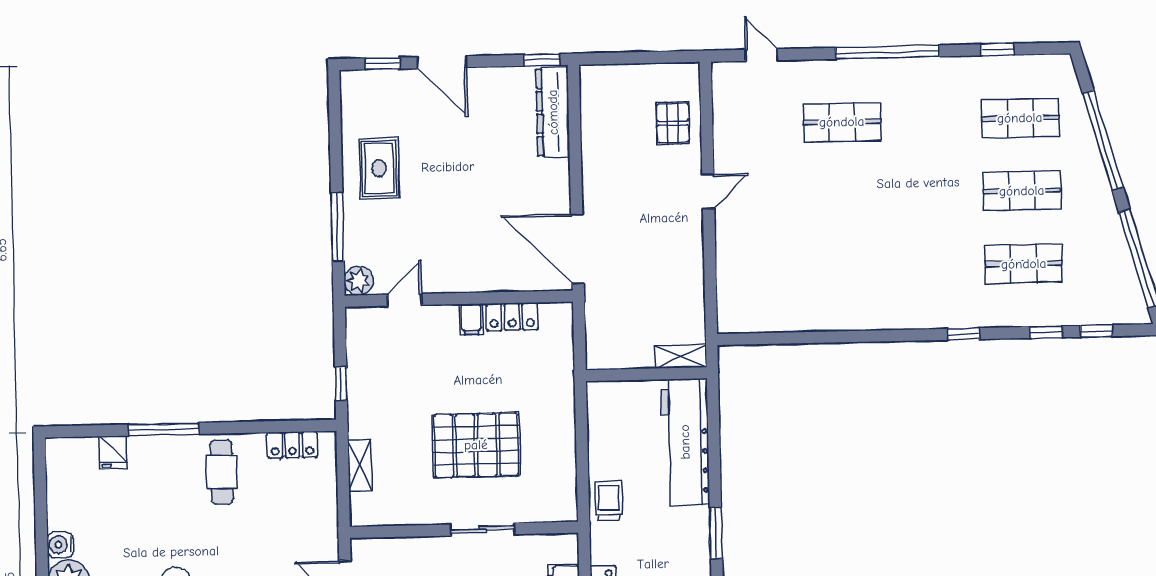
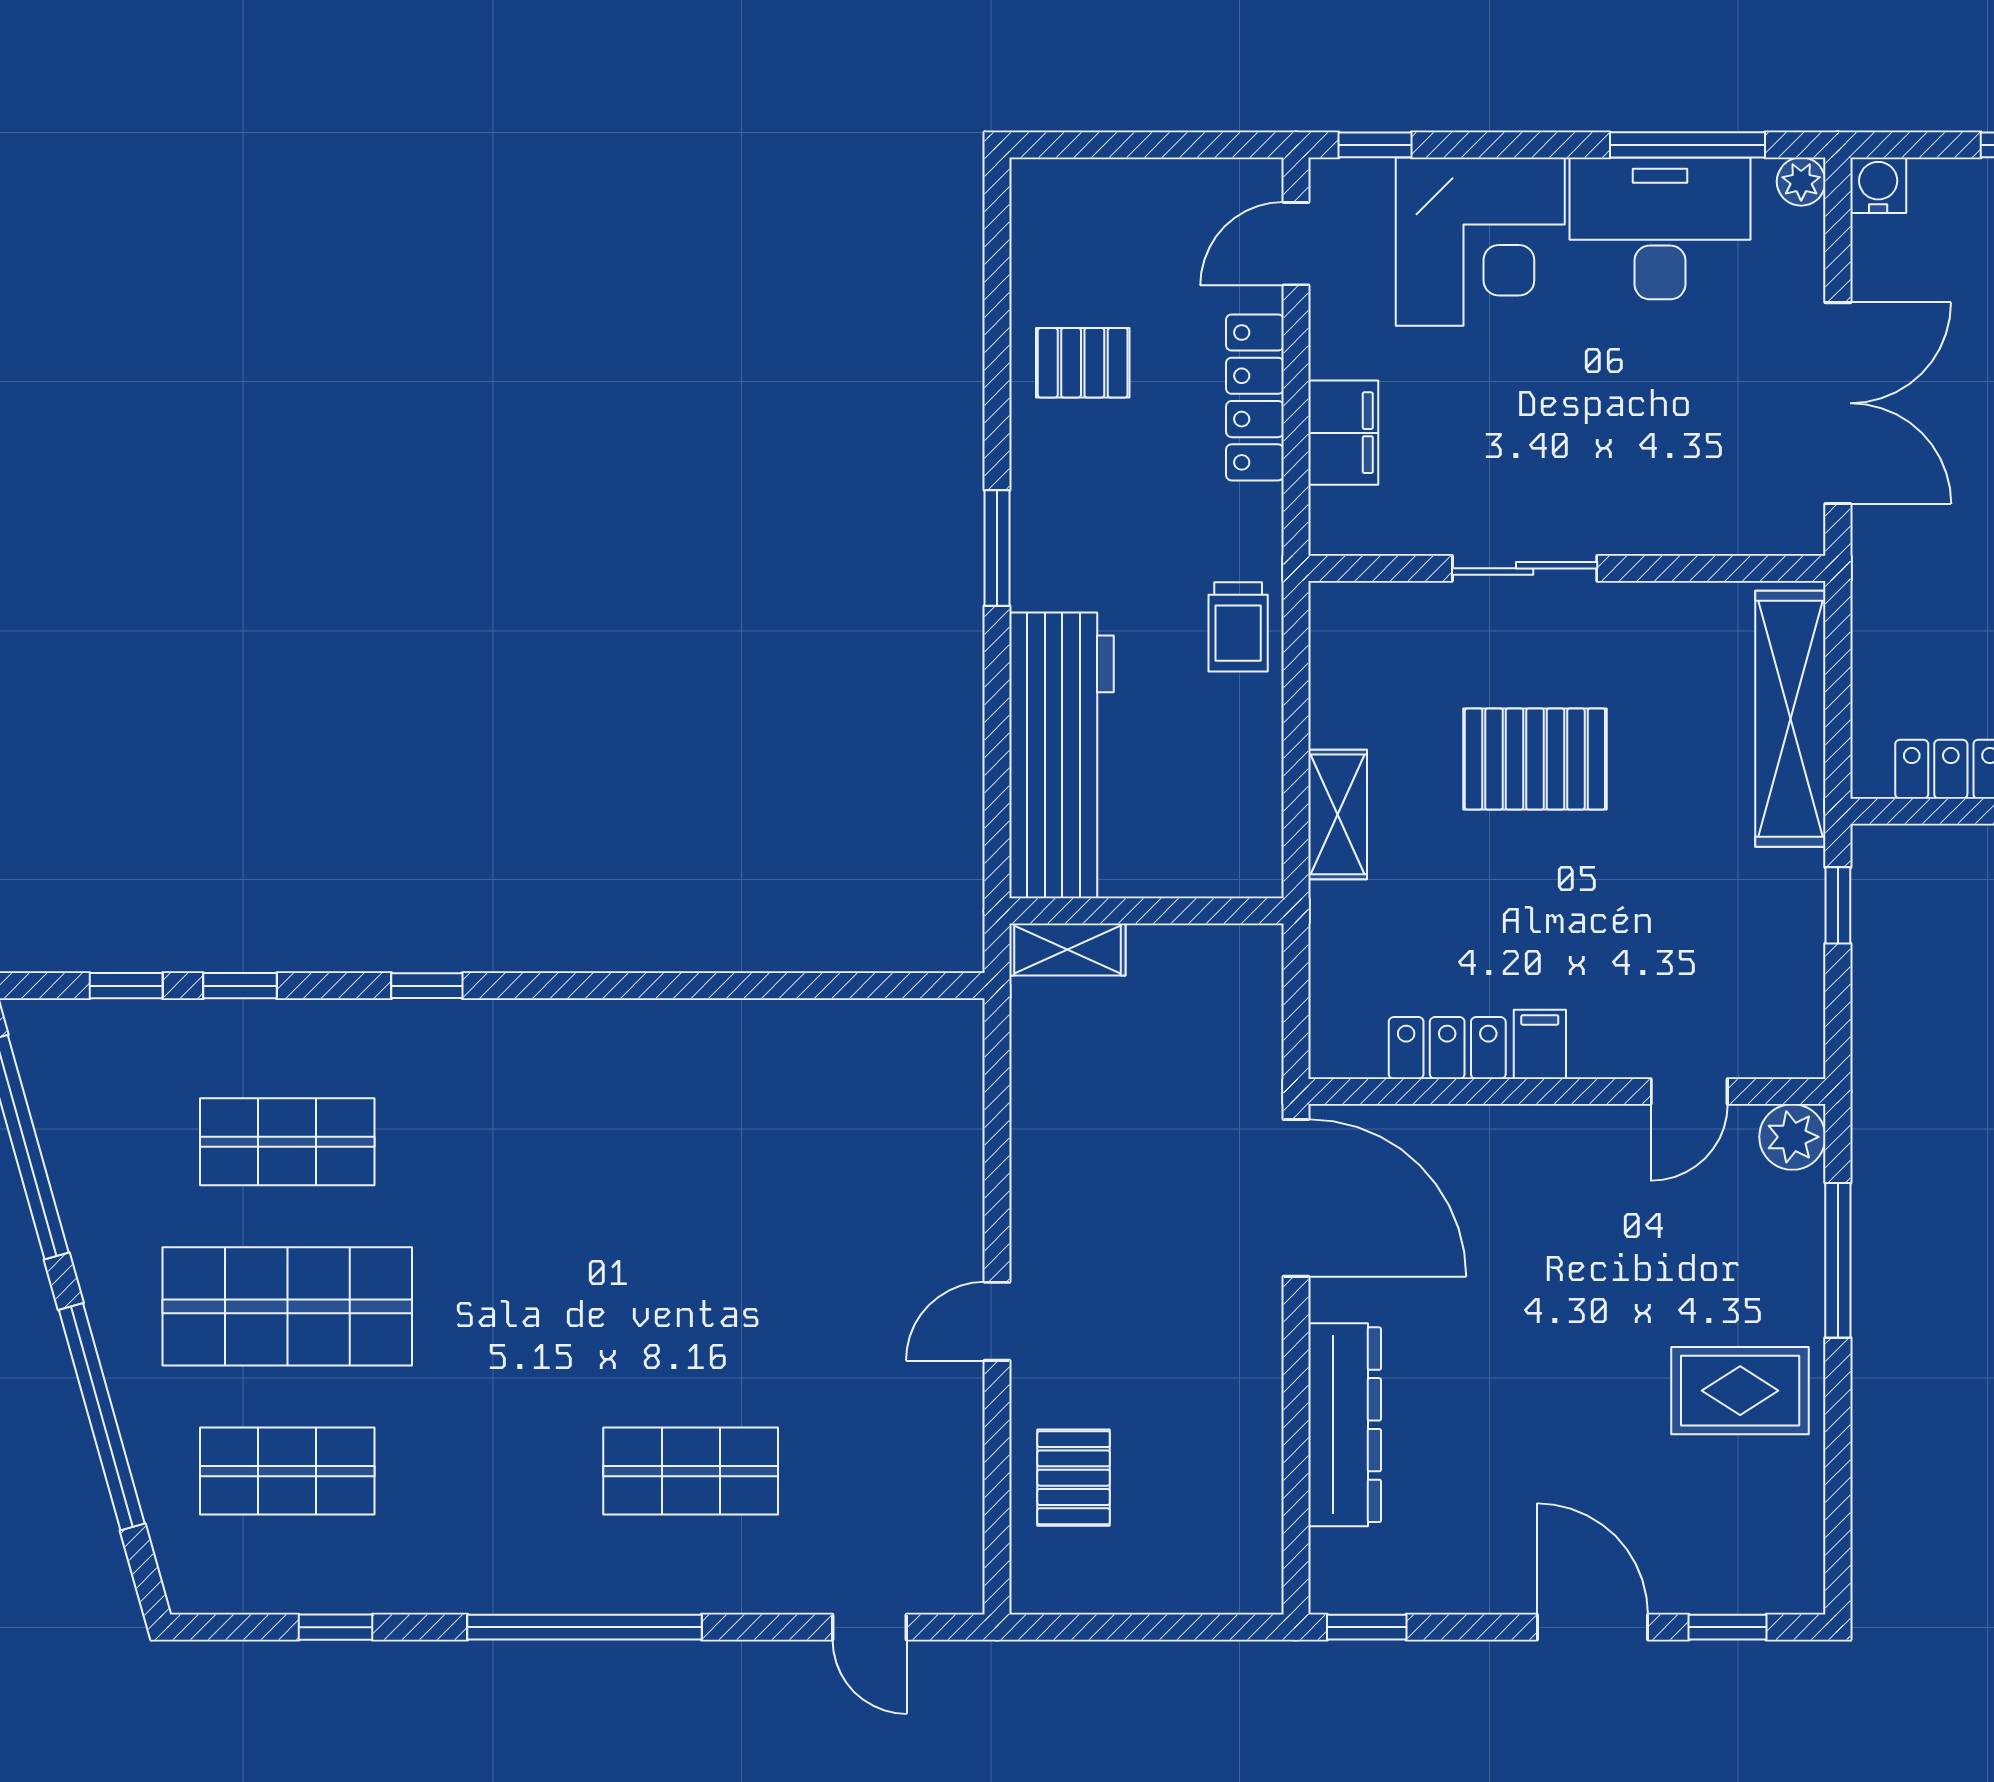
dresser: (553, 112) -> (1345, 1425), moved
rug: (379, 168) -> (1740, 1391), turned 90
shop shelf: (1022, 191) -> (287, 1306), width x1.43, depth x1.36
shelving: (563, 419) -> (1338, 814), added
pallet: (476, 445) -> (1535, 759), width x0.73, depth x0.71
shelving: (360, 466) -> (1790, 719), width x2.20, depth x1.33

